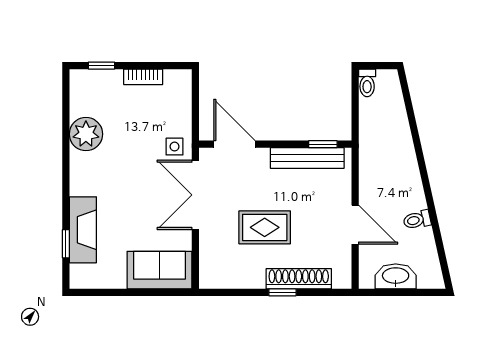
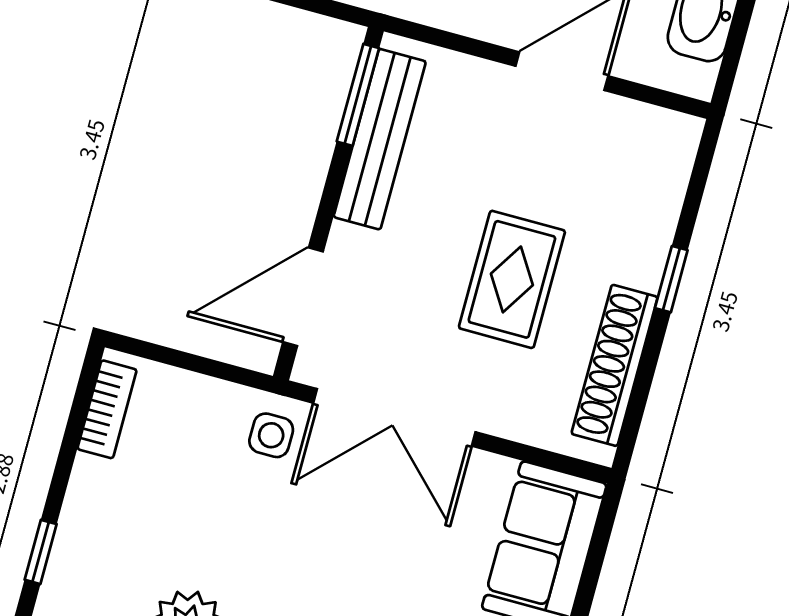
bookcase: (143, 77) -> (107, 409), moved
window: (323, 144) -> (358, 95), width x1.50
shoe rack: (299, 279) -> (615, 365), moved

